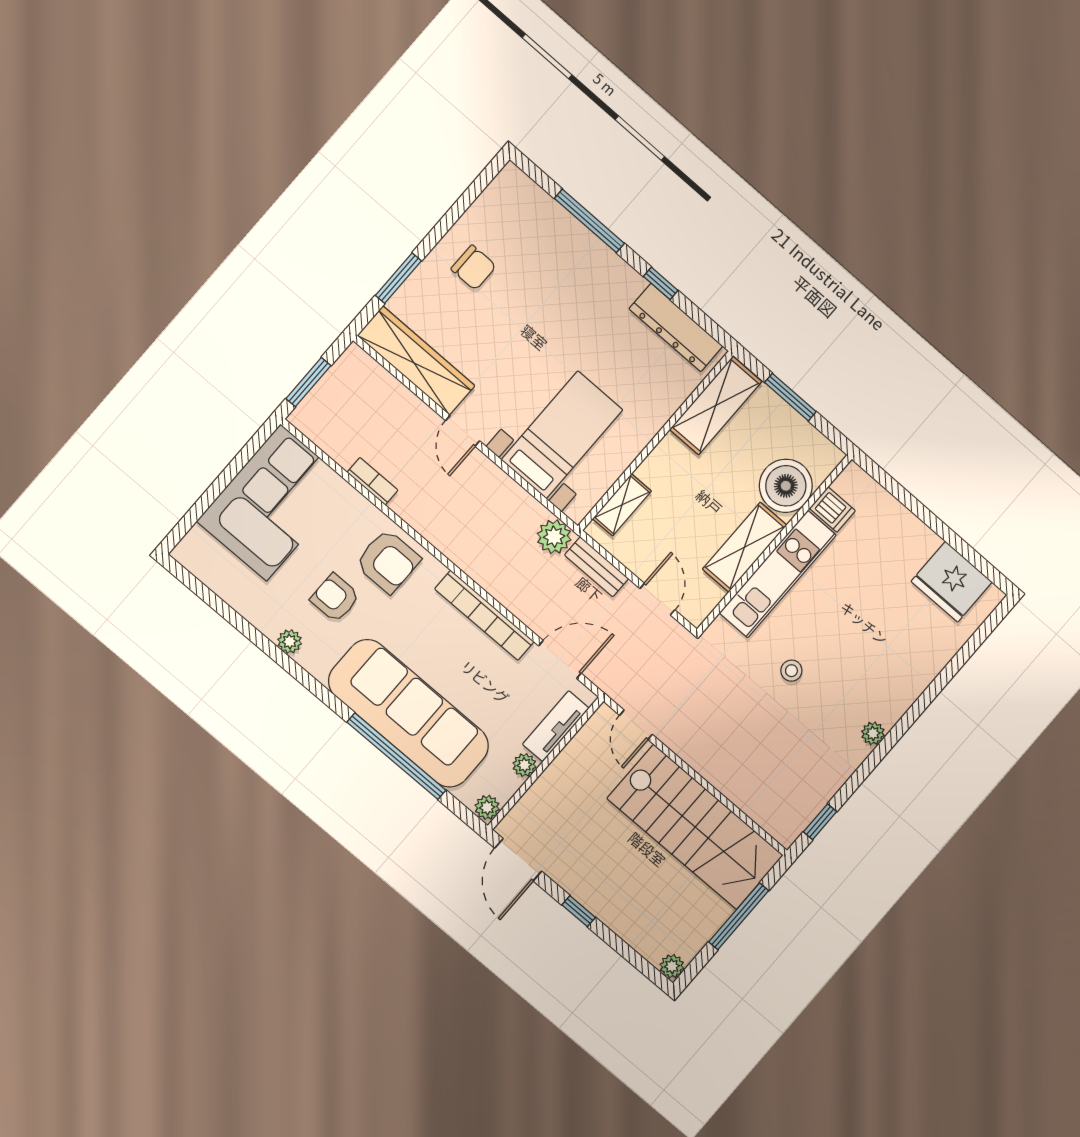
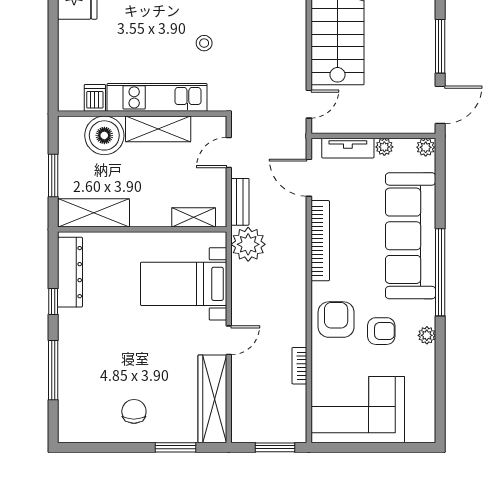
plant: (554, 537) -> (248, 244), width x1.36, depth x1.36
armchair: (335, 598) -> (381, 331), turned -90
window: (396, 756) -> (440, 272), moved
window: (579, 911) -> (440, 46), width x2.17

